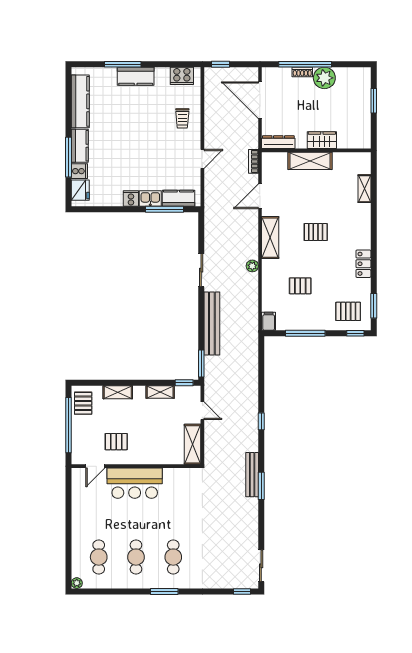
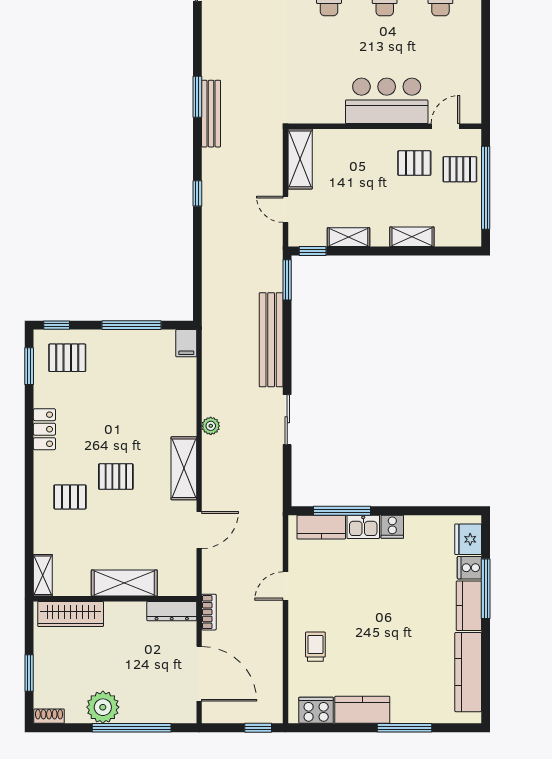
shoe rack: (302, 72) -> (49, 716), moved
kitchen counter: (136, 76) -> (362, 710), moved
wardrobe: (322, 140) -> (71, 614), moved, width x1.50
bookcase: (253, 161) -> (209, 612), moved
shelving: (364, 189) -> (43, 575), moved
pallet: (300, 286) -> (70, 497), moved
pallet: (83, 403) -> (460, 169), moved, turned 90

